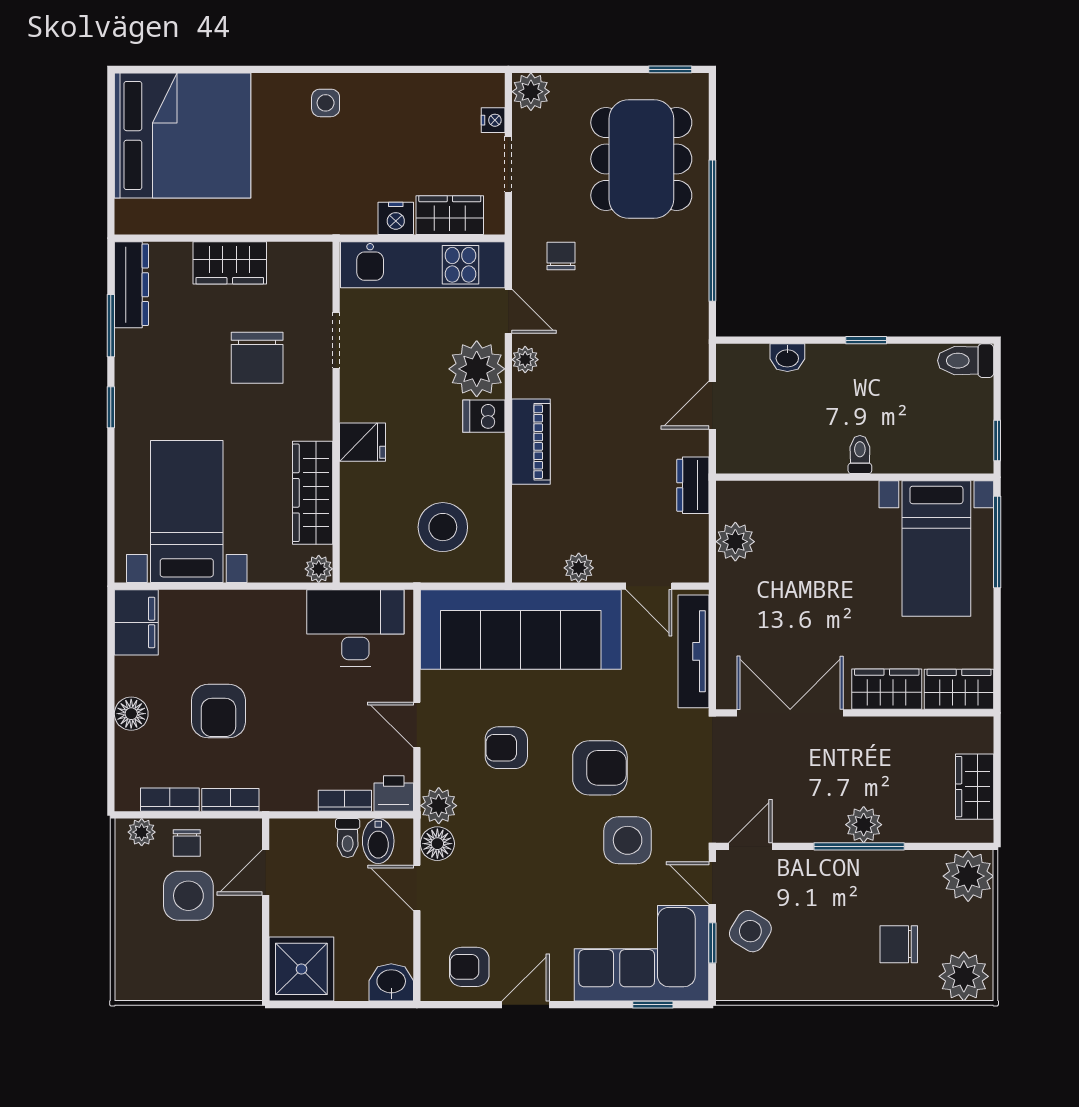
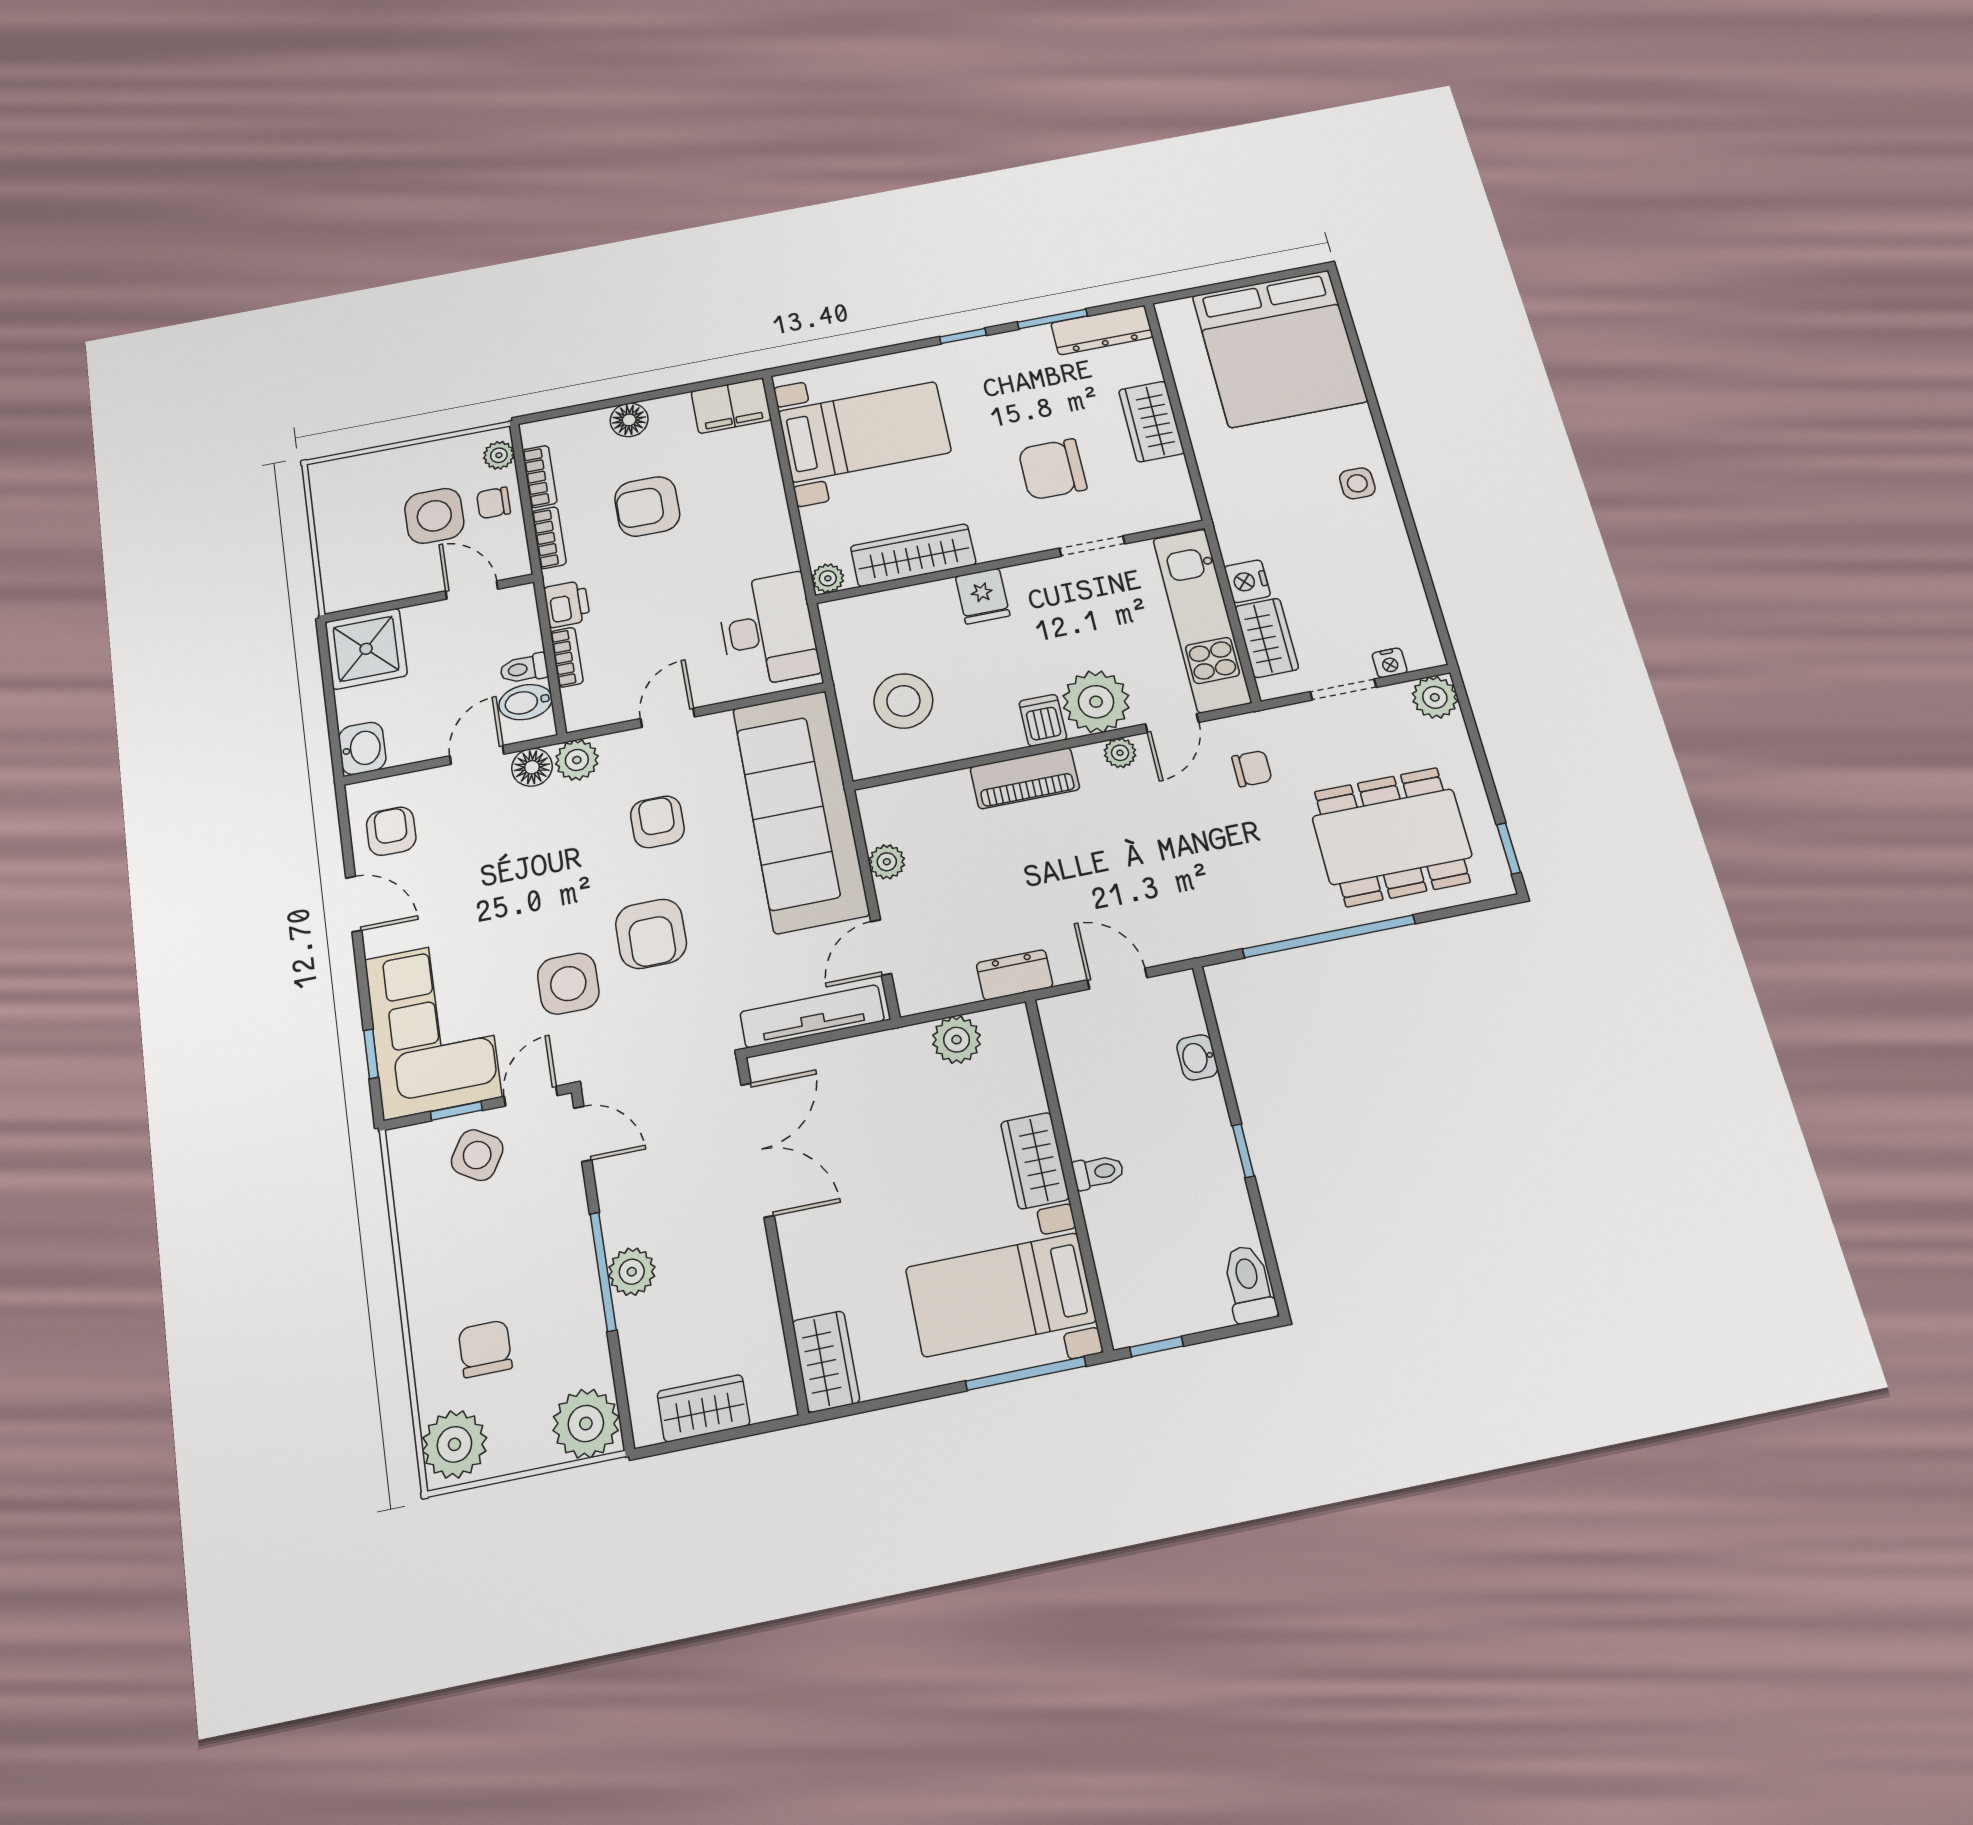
wardrobe: (887, 689) -> (1035, 1161), moved, turned 180
printer: (394, 793) -> (567, 604), moved

